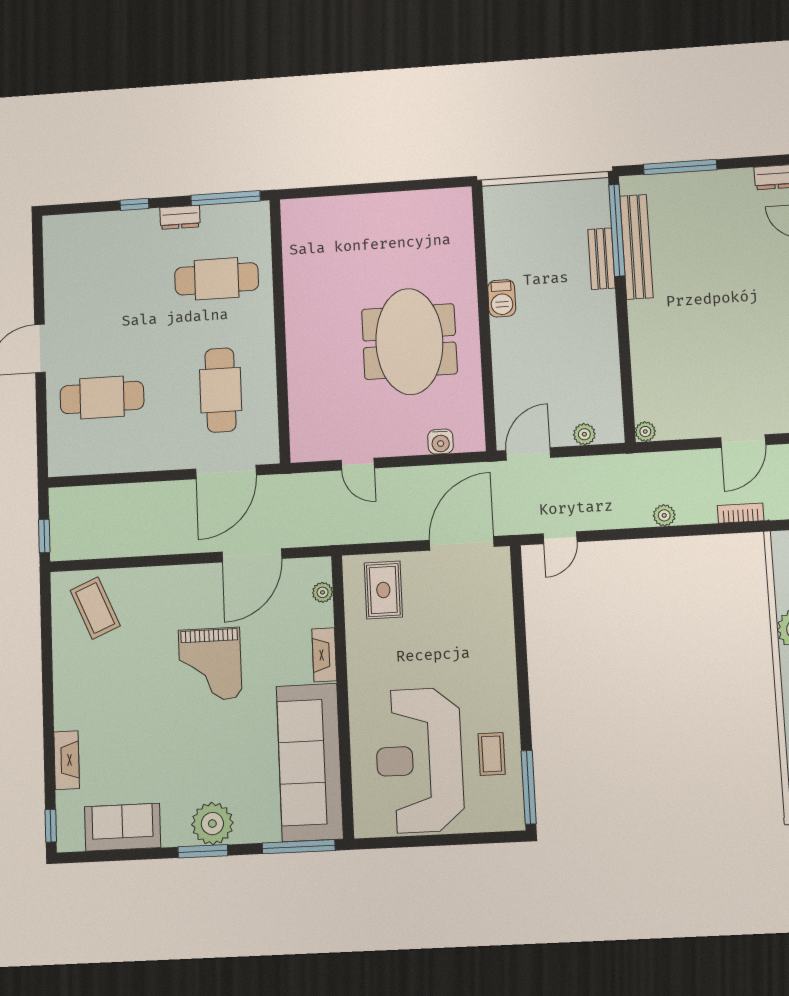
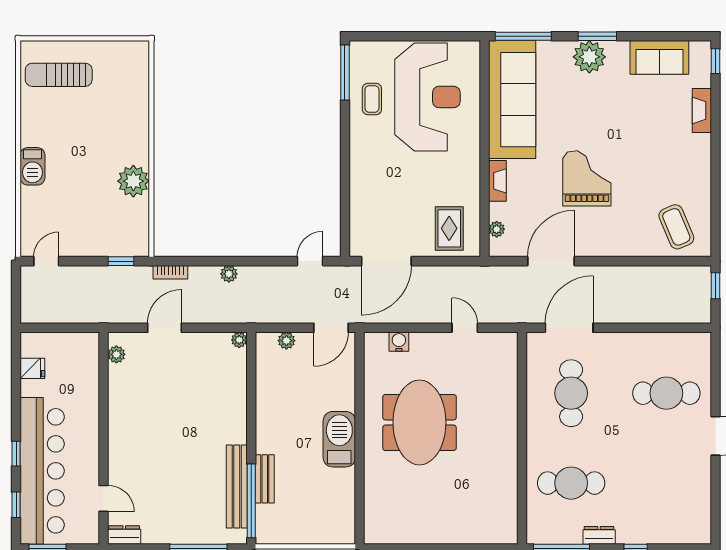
barbecue: (502, 298) -> (339, 439), width x1.88, depth x1.53

